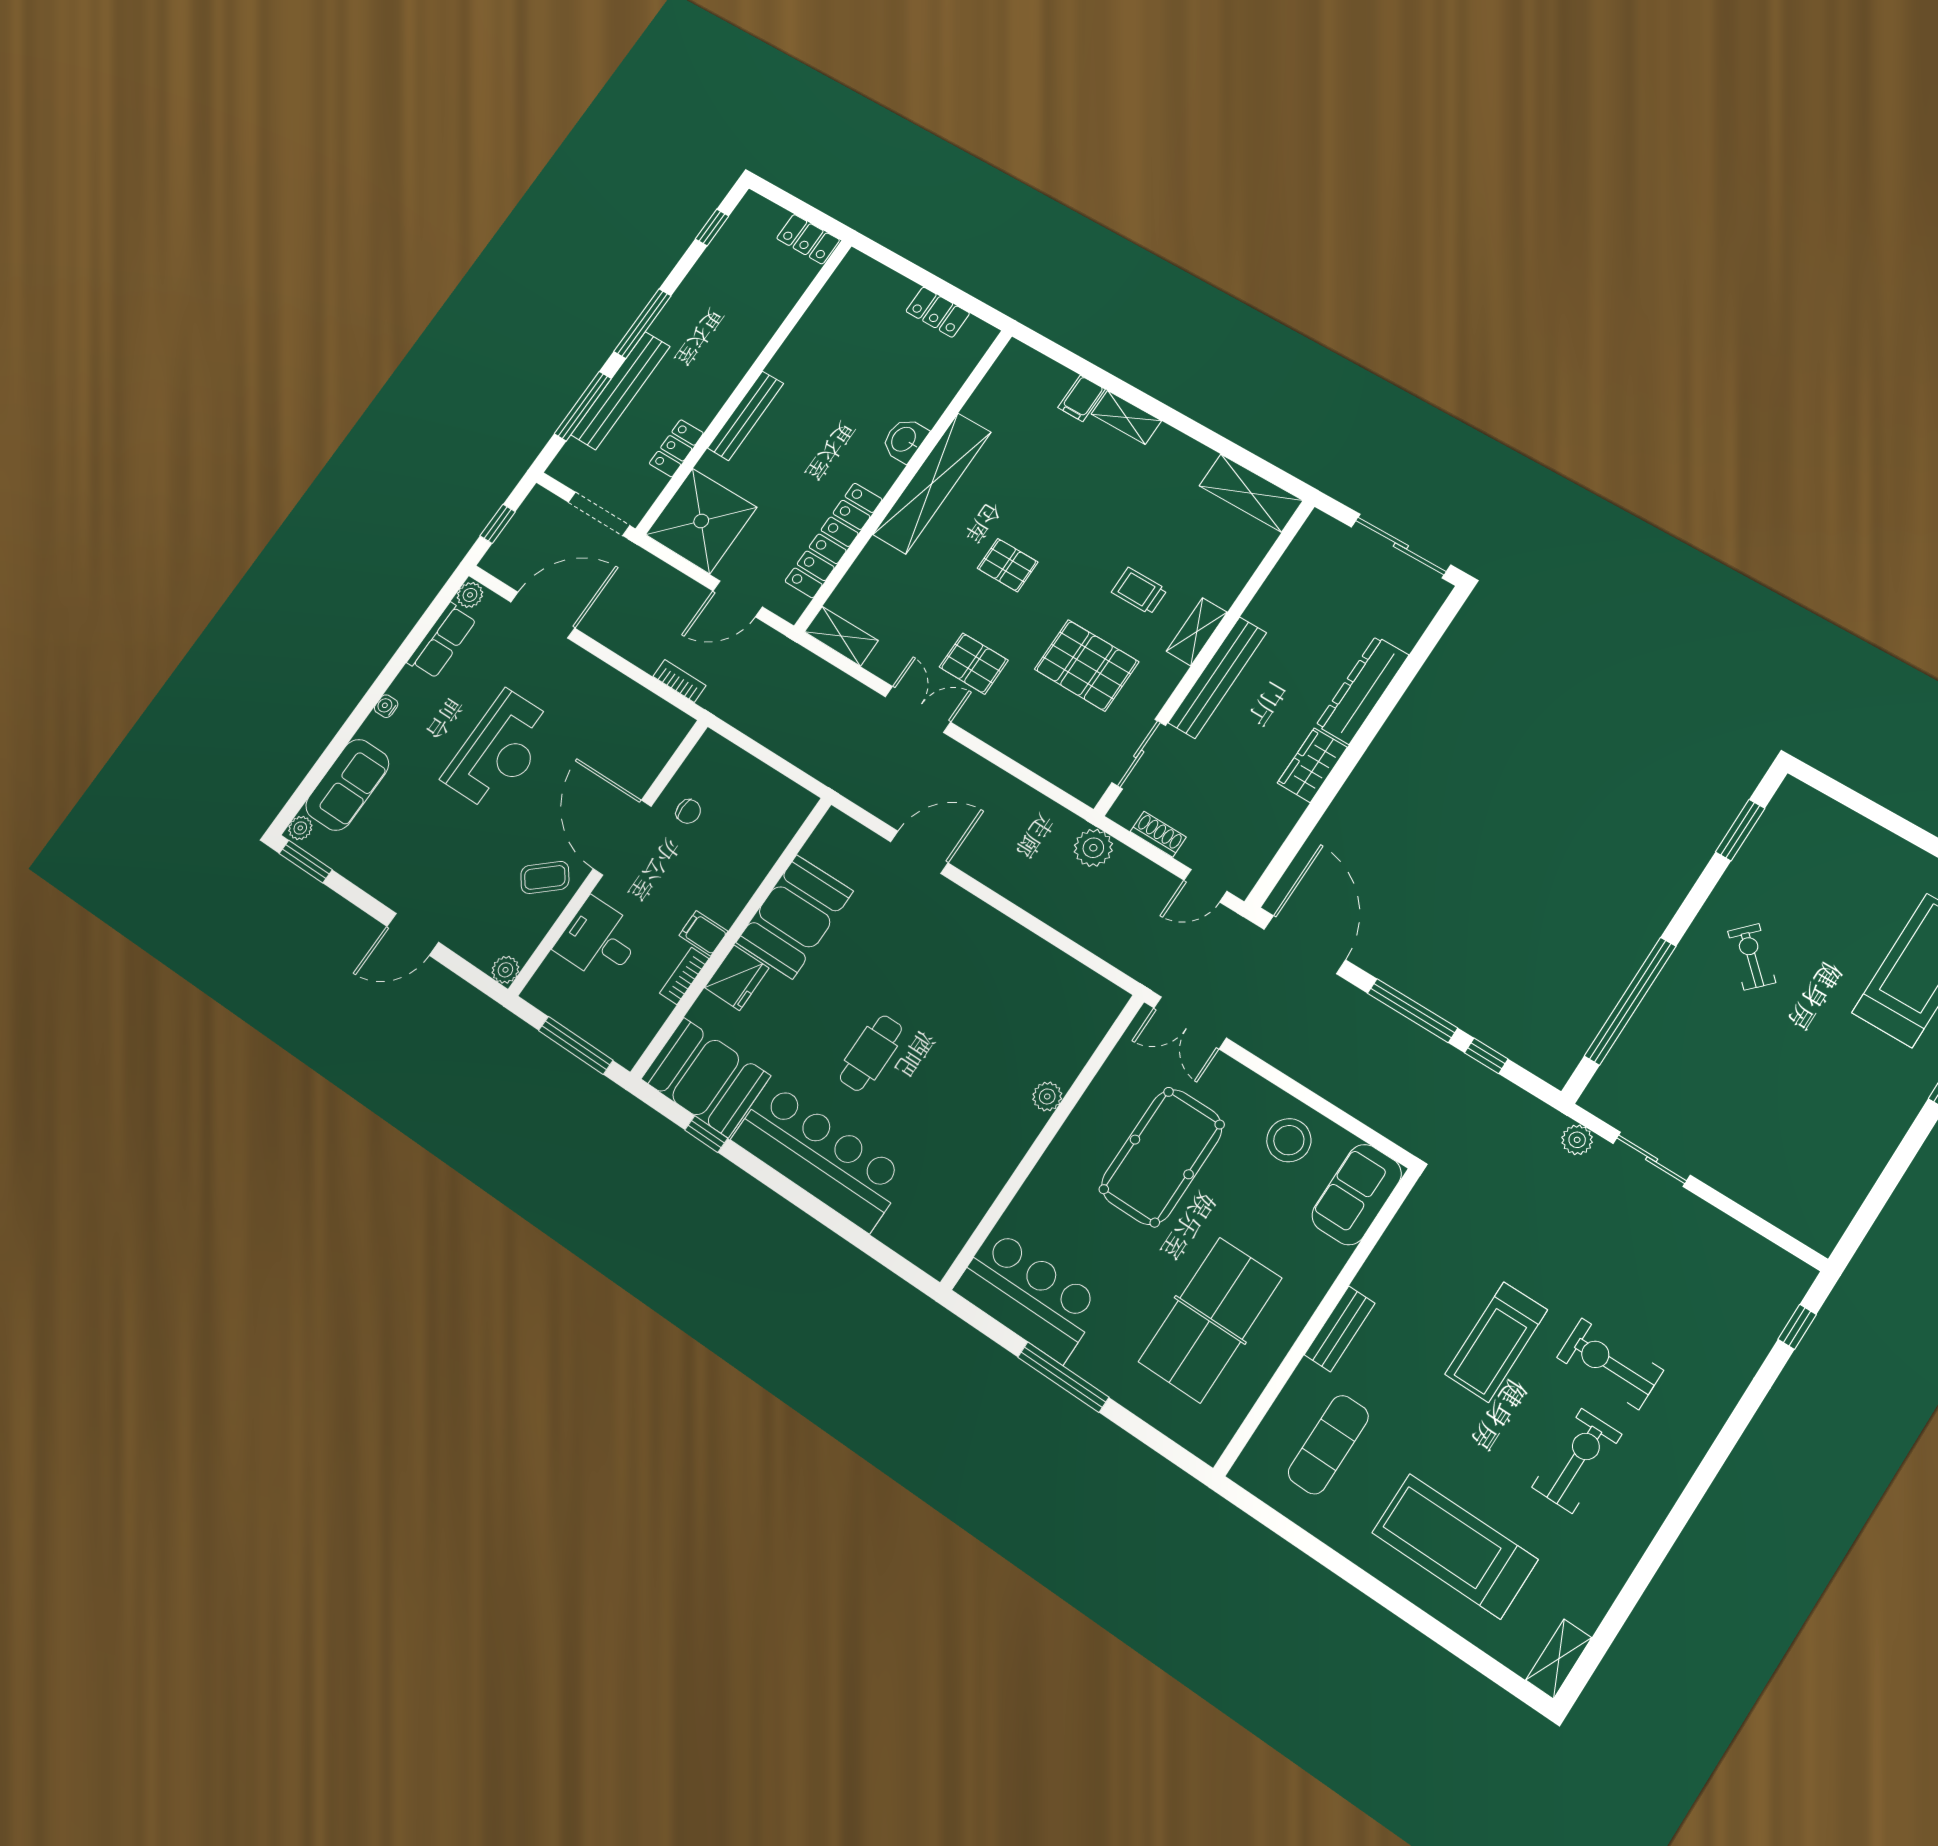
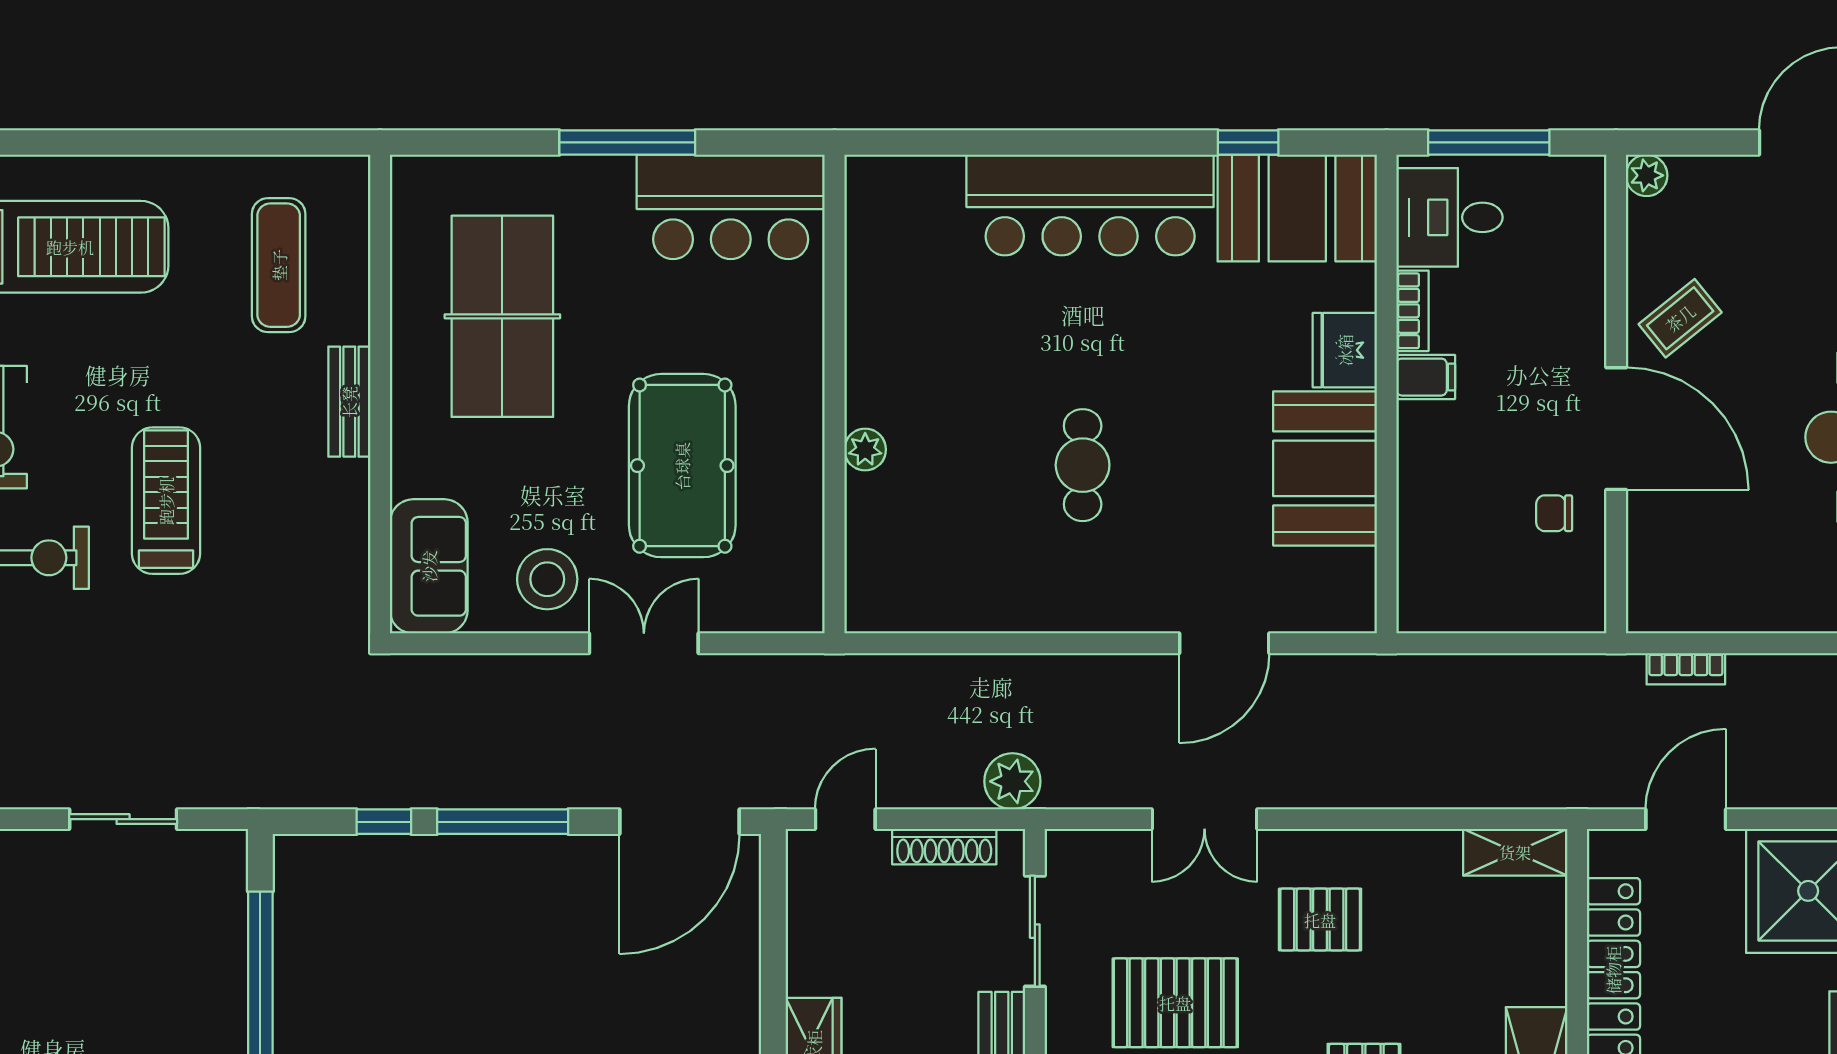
double door: (918, 709) -> (1205, 819), moved
shoe rack: (1158, 834) -> (944, 847), width x1.43
desk: (599, 940) -> (1449, 217), moved, turned 180
door: (1305, 945) -> (680, 822), hinge flipped
double door: (1190, 1023) -> (644, 643), moved
cafe table: (871, 1053) -> (1083, 465), moved
plant: (1577, 1140) -> (220, 789), removed

